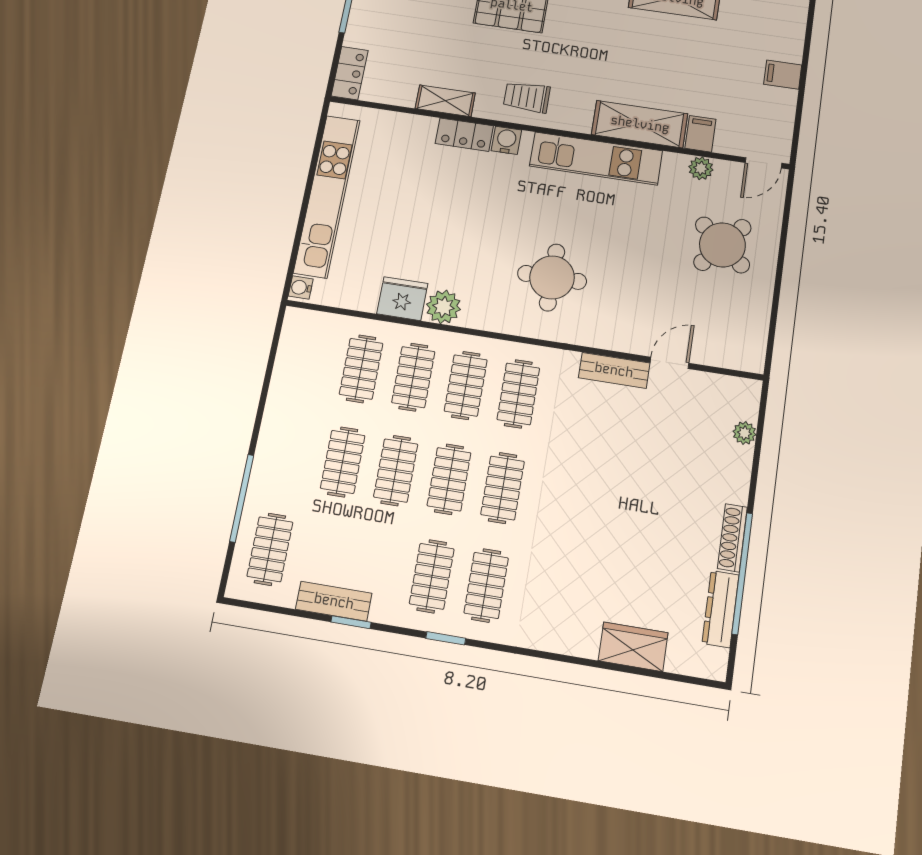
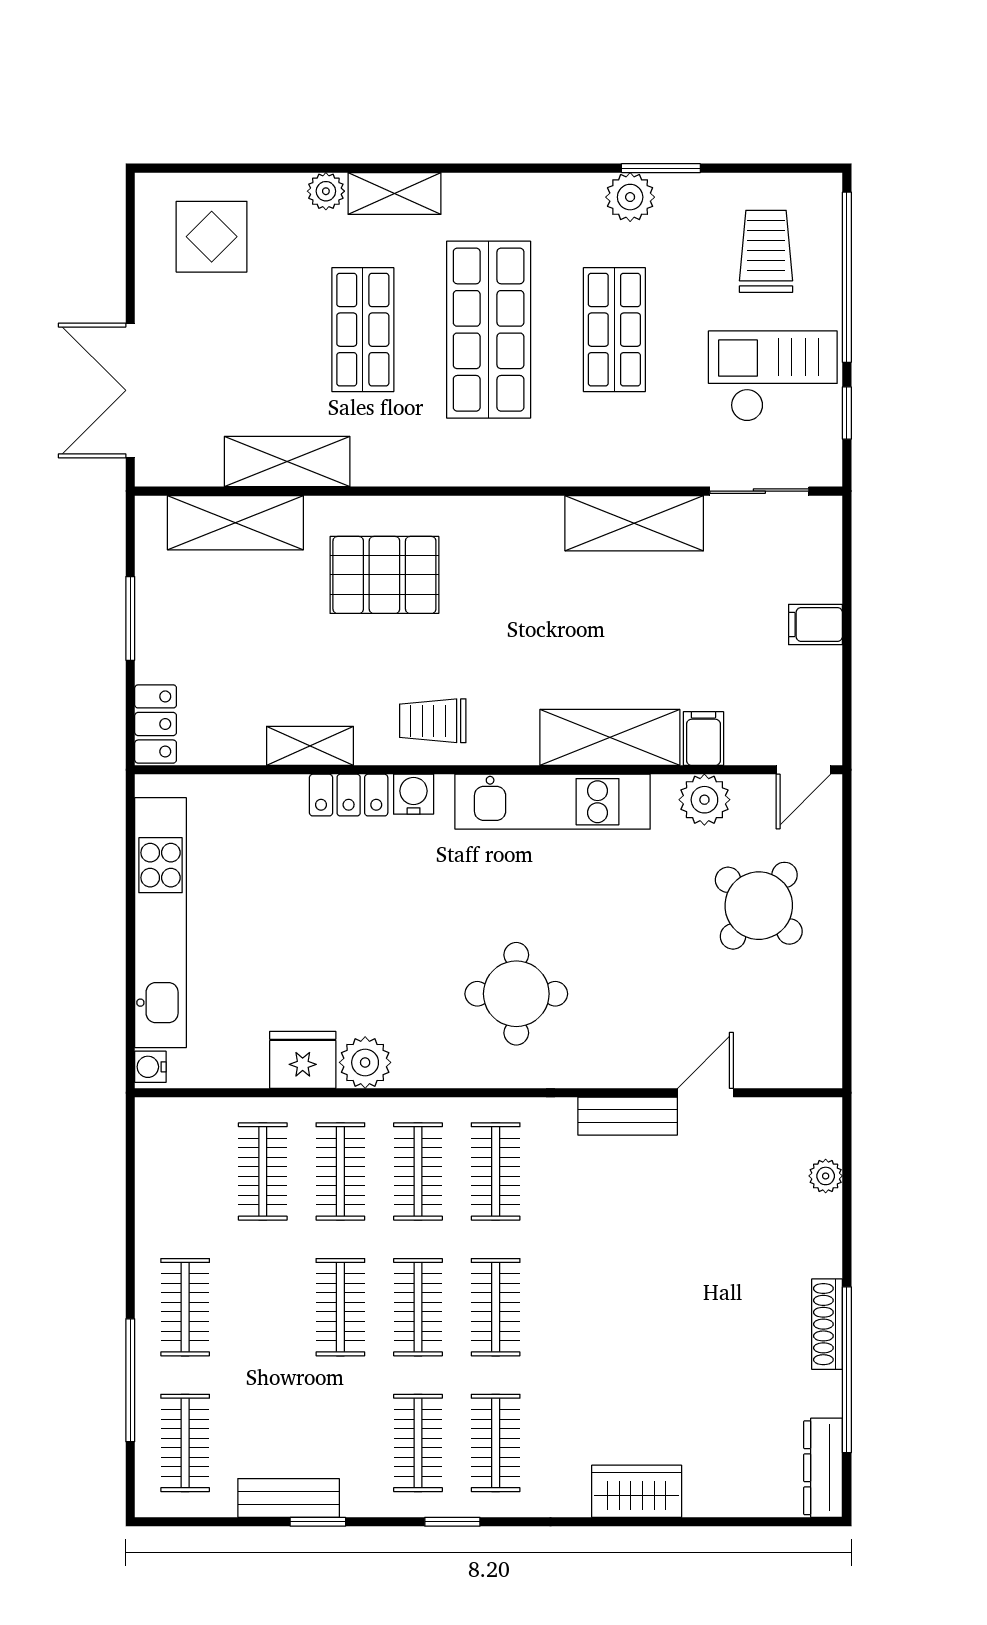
plant: (701, 168) -> (704, 800), width x1.38, depth x1.38
clothes rail: (343, 462) -> (185, 1307), moved
dresser: (721, 609) -> (823, 1468), moved
wardrobe: (633, 647) -> (637, 1491), moved

